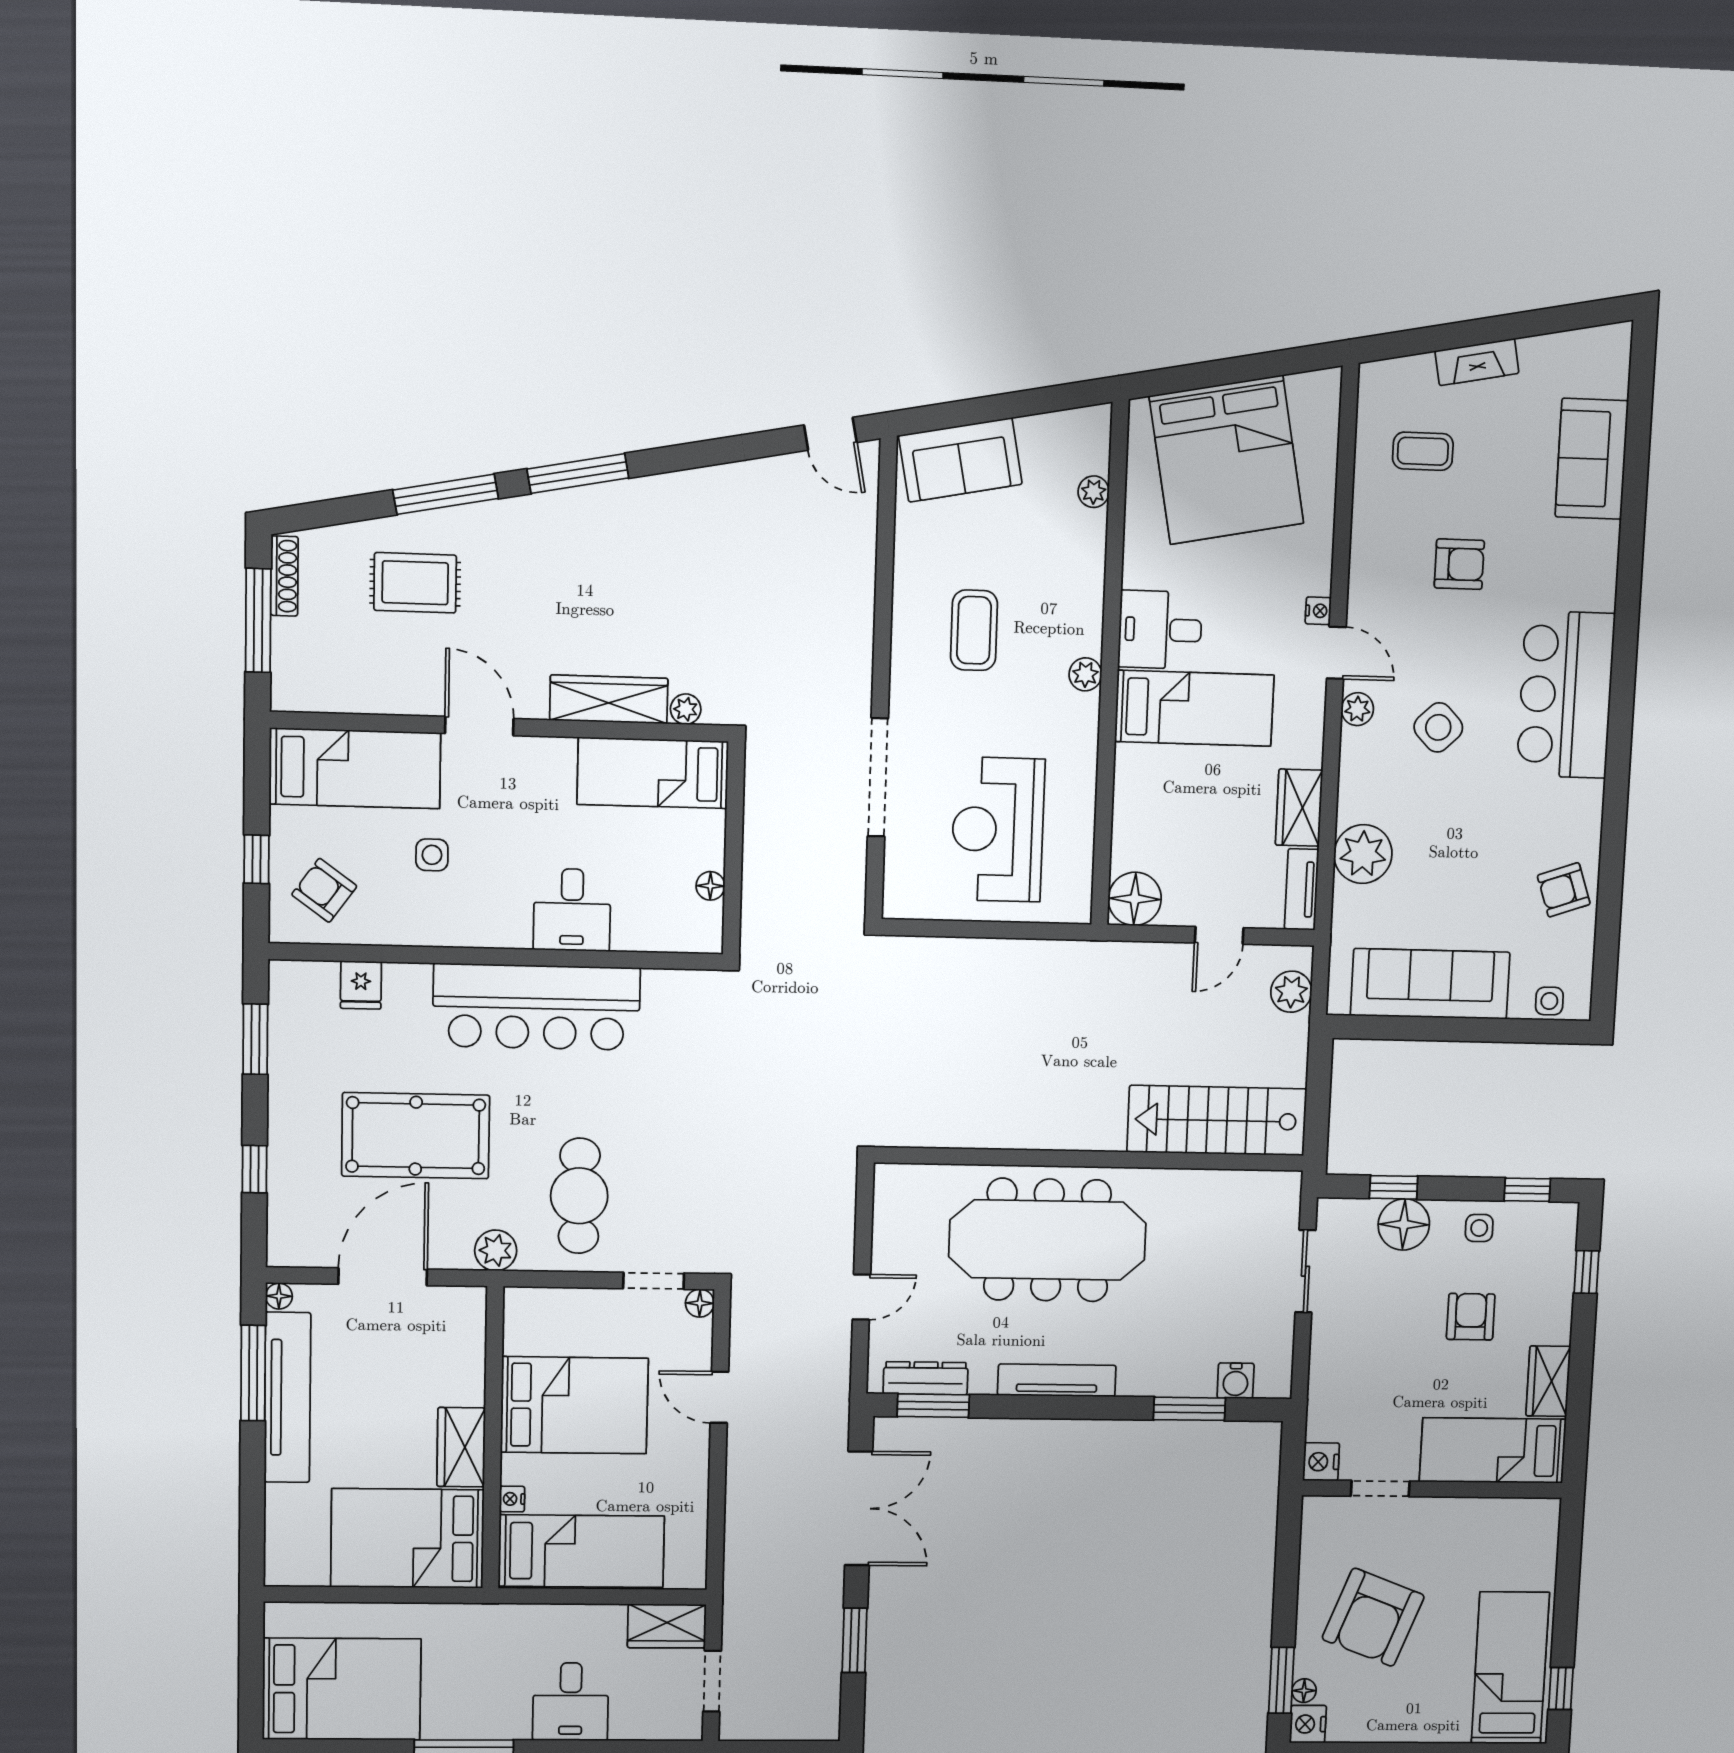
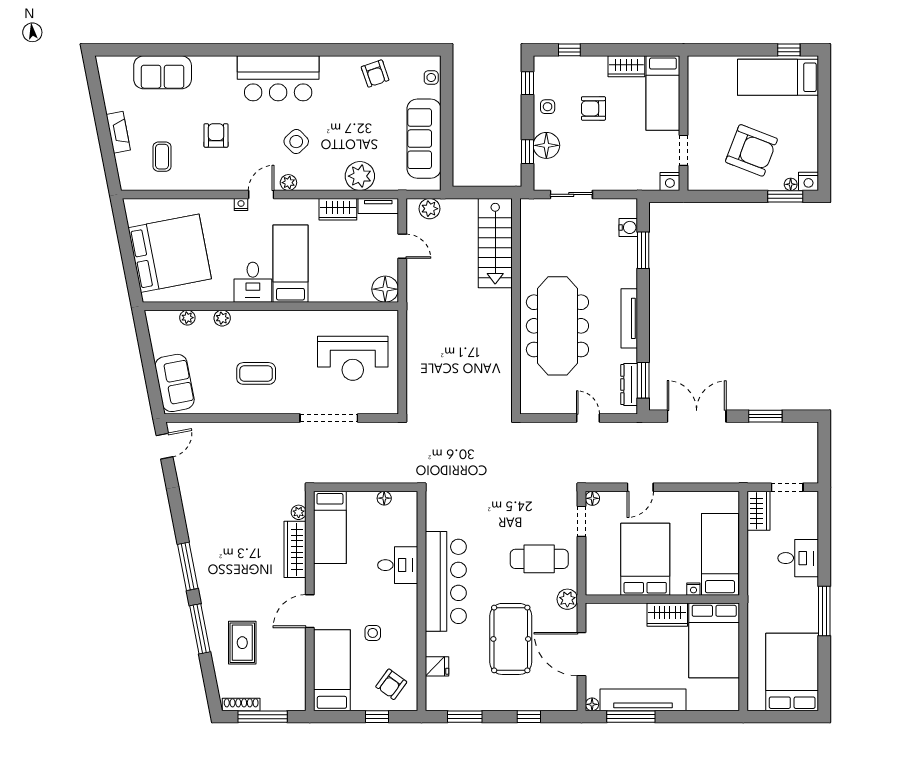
plant: (1085, 674) -> (222, 318), moved

